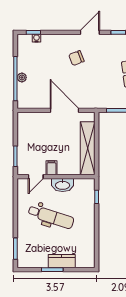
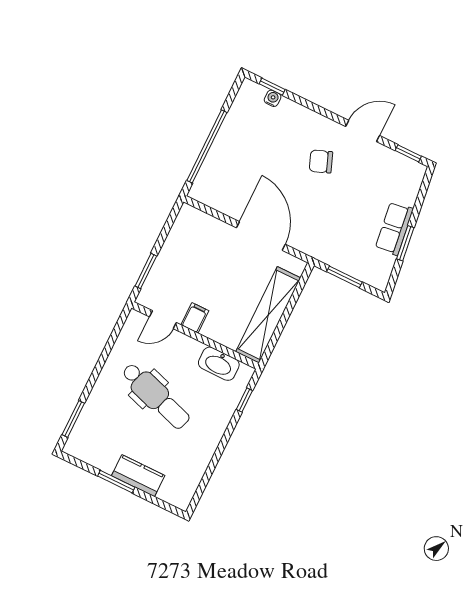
plant: (22, 77) -> (218, 150), removed
washbasin: (63, 185) -> (219, 364), moved

